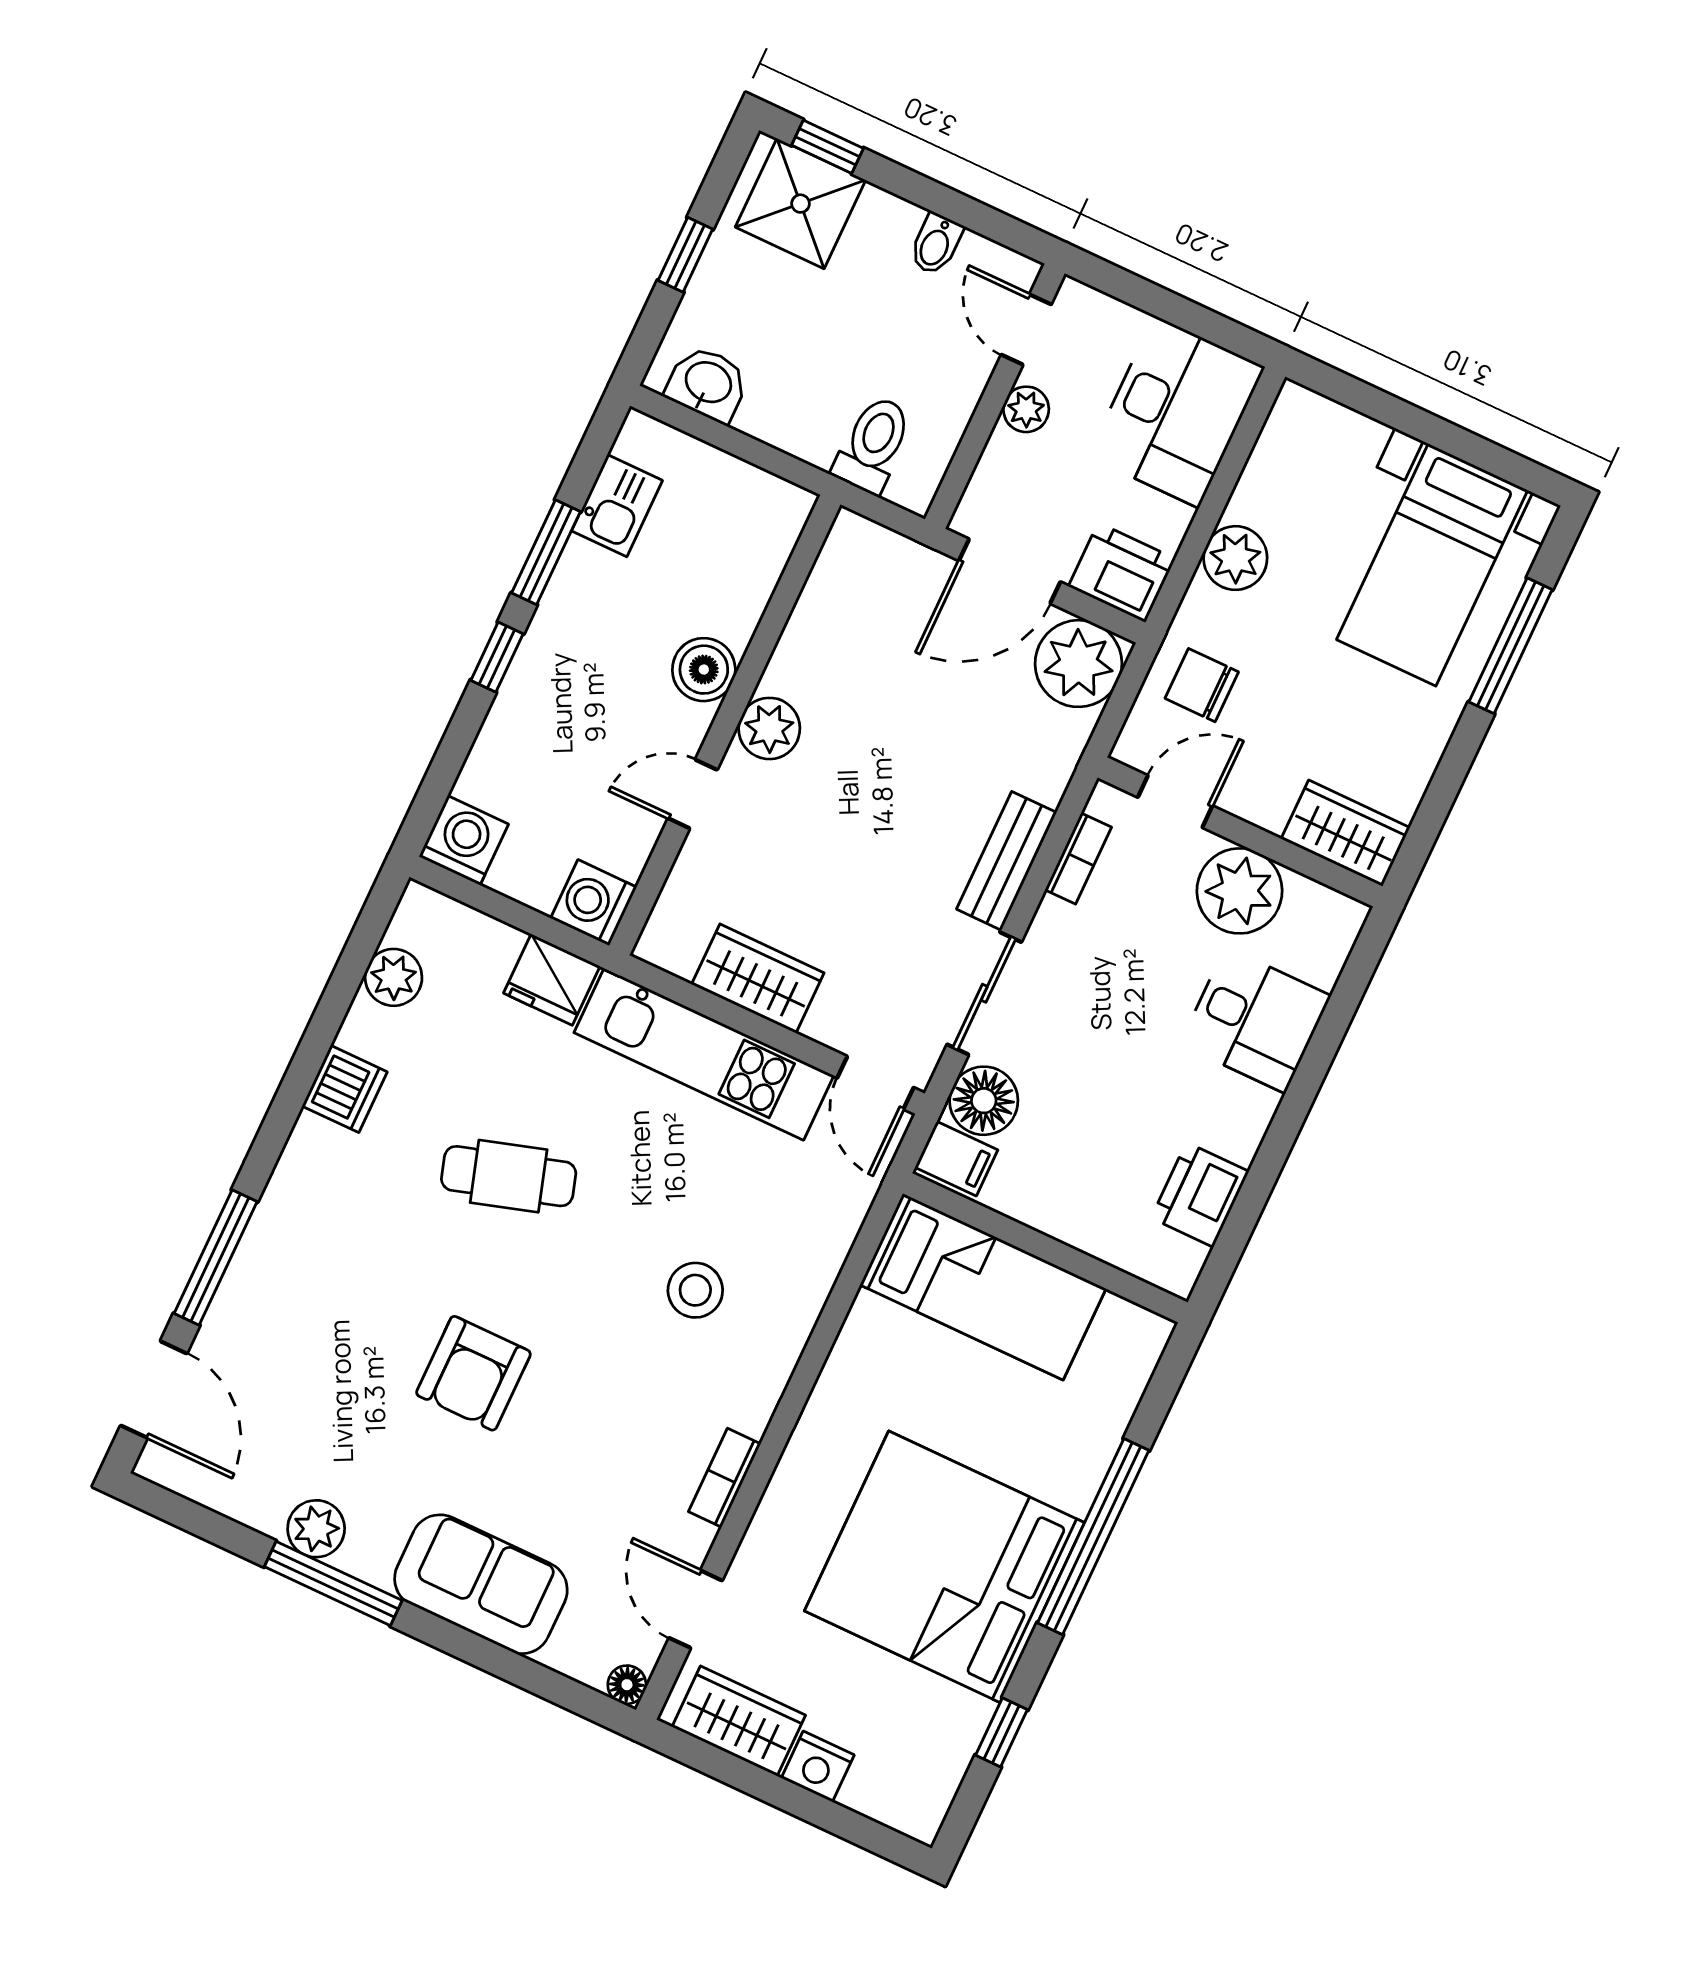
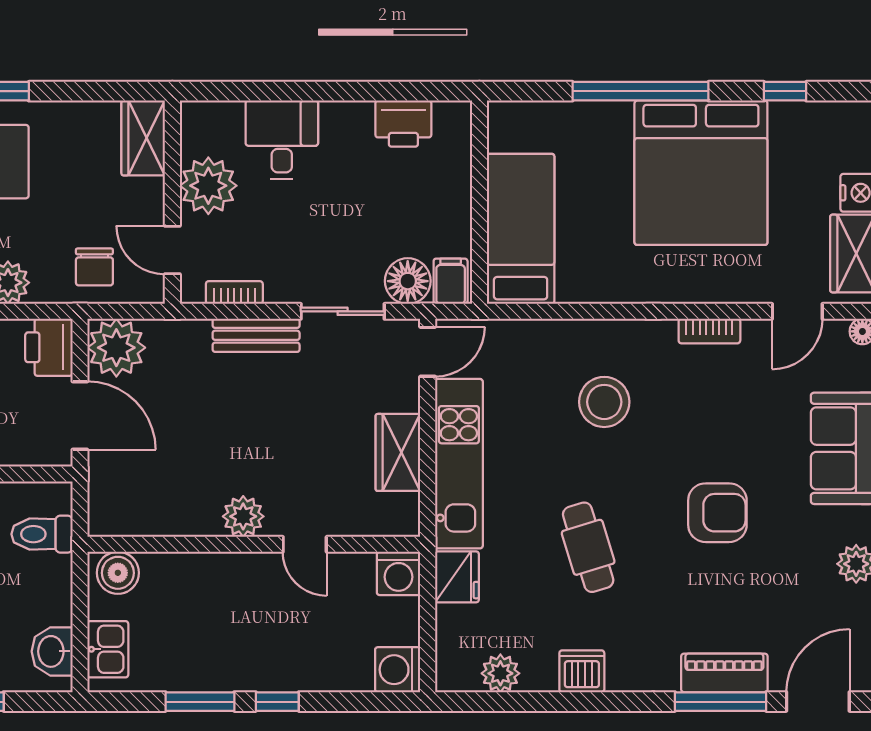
kitchen sink: (617, 506) -> (108, 649), moved, turned 90
boiler: (704, 670) -> (118, 573), moved
piano: (252, 1281) -> (724, 673), added
stool: (695, 1290) -> (604, 402), width x1.38, depth x1.38

